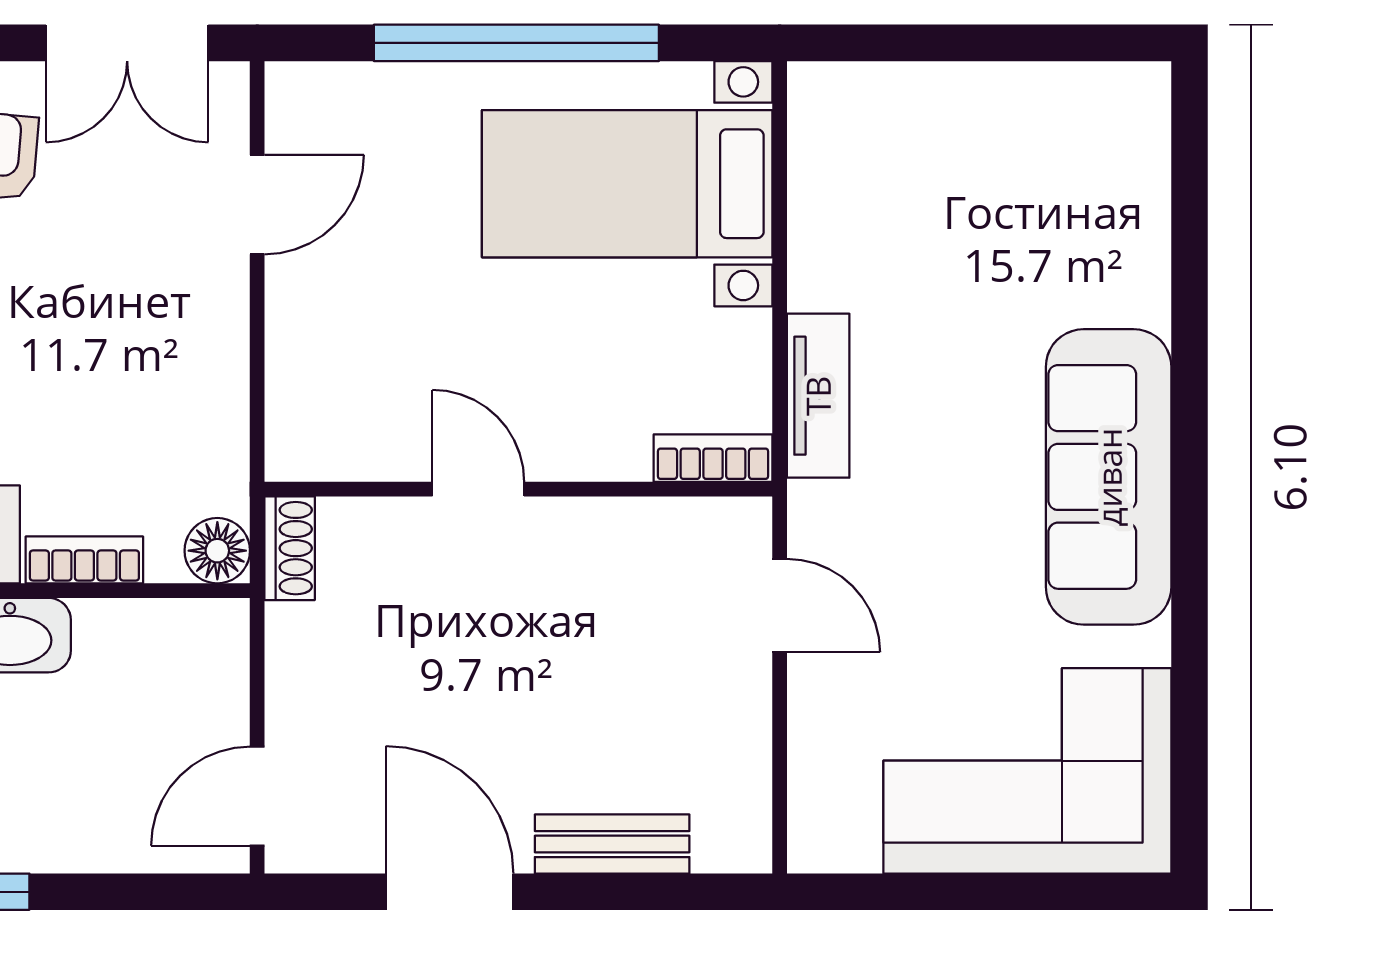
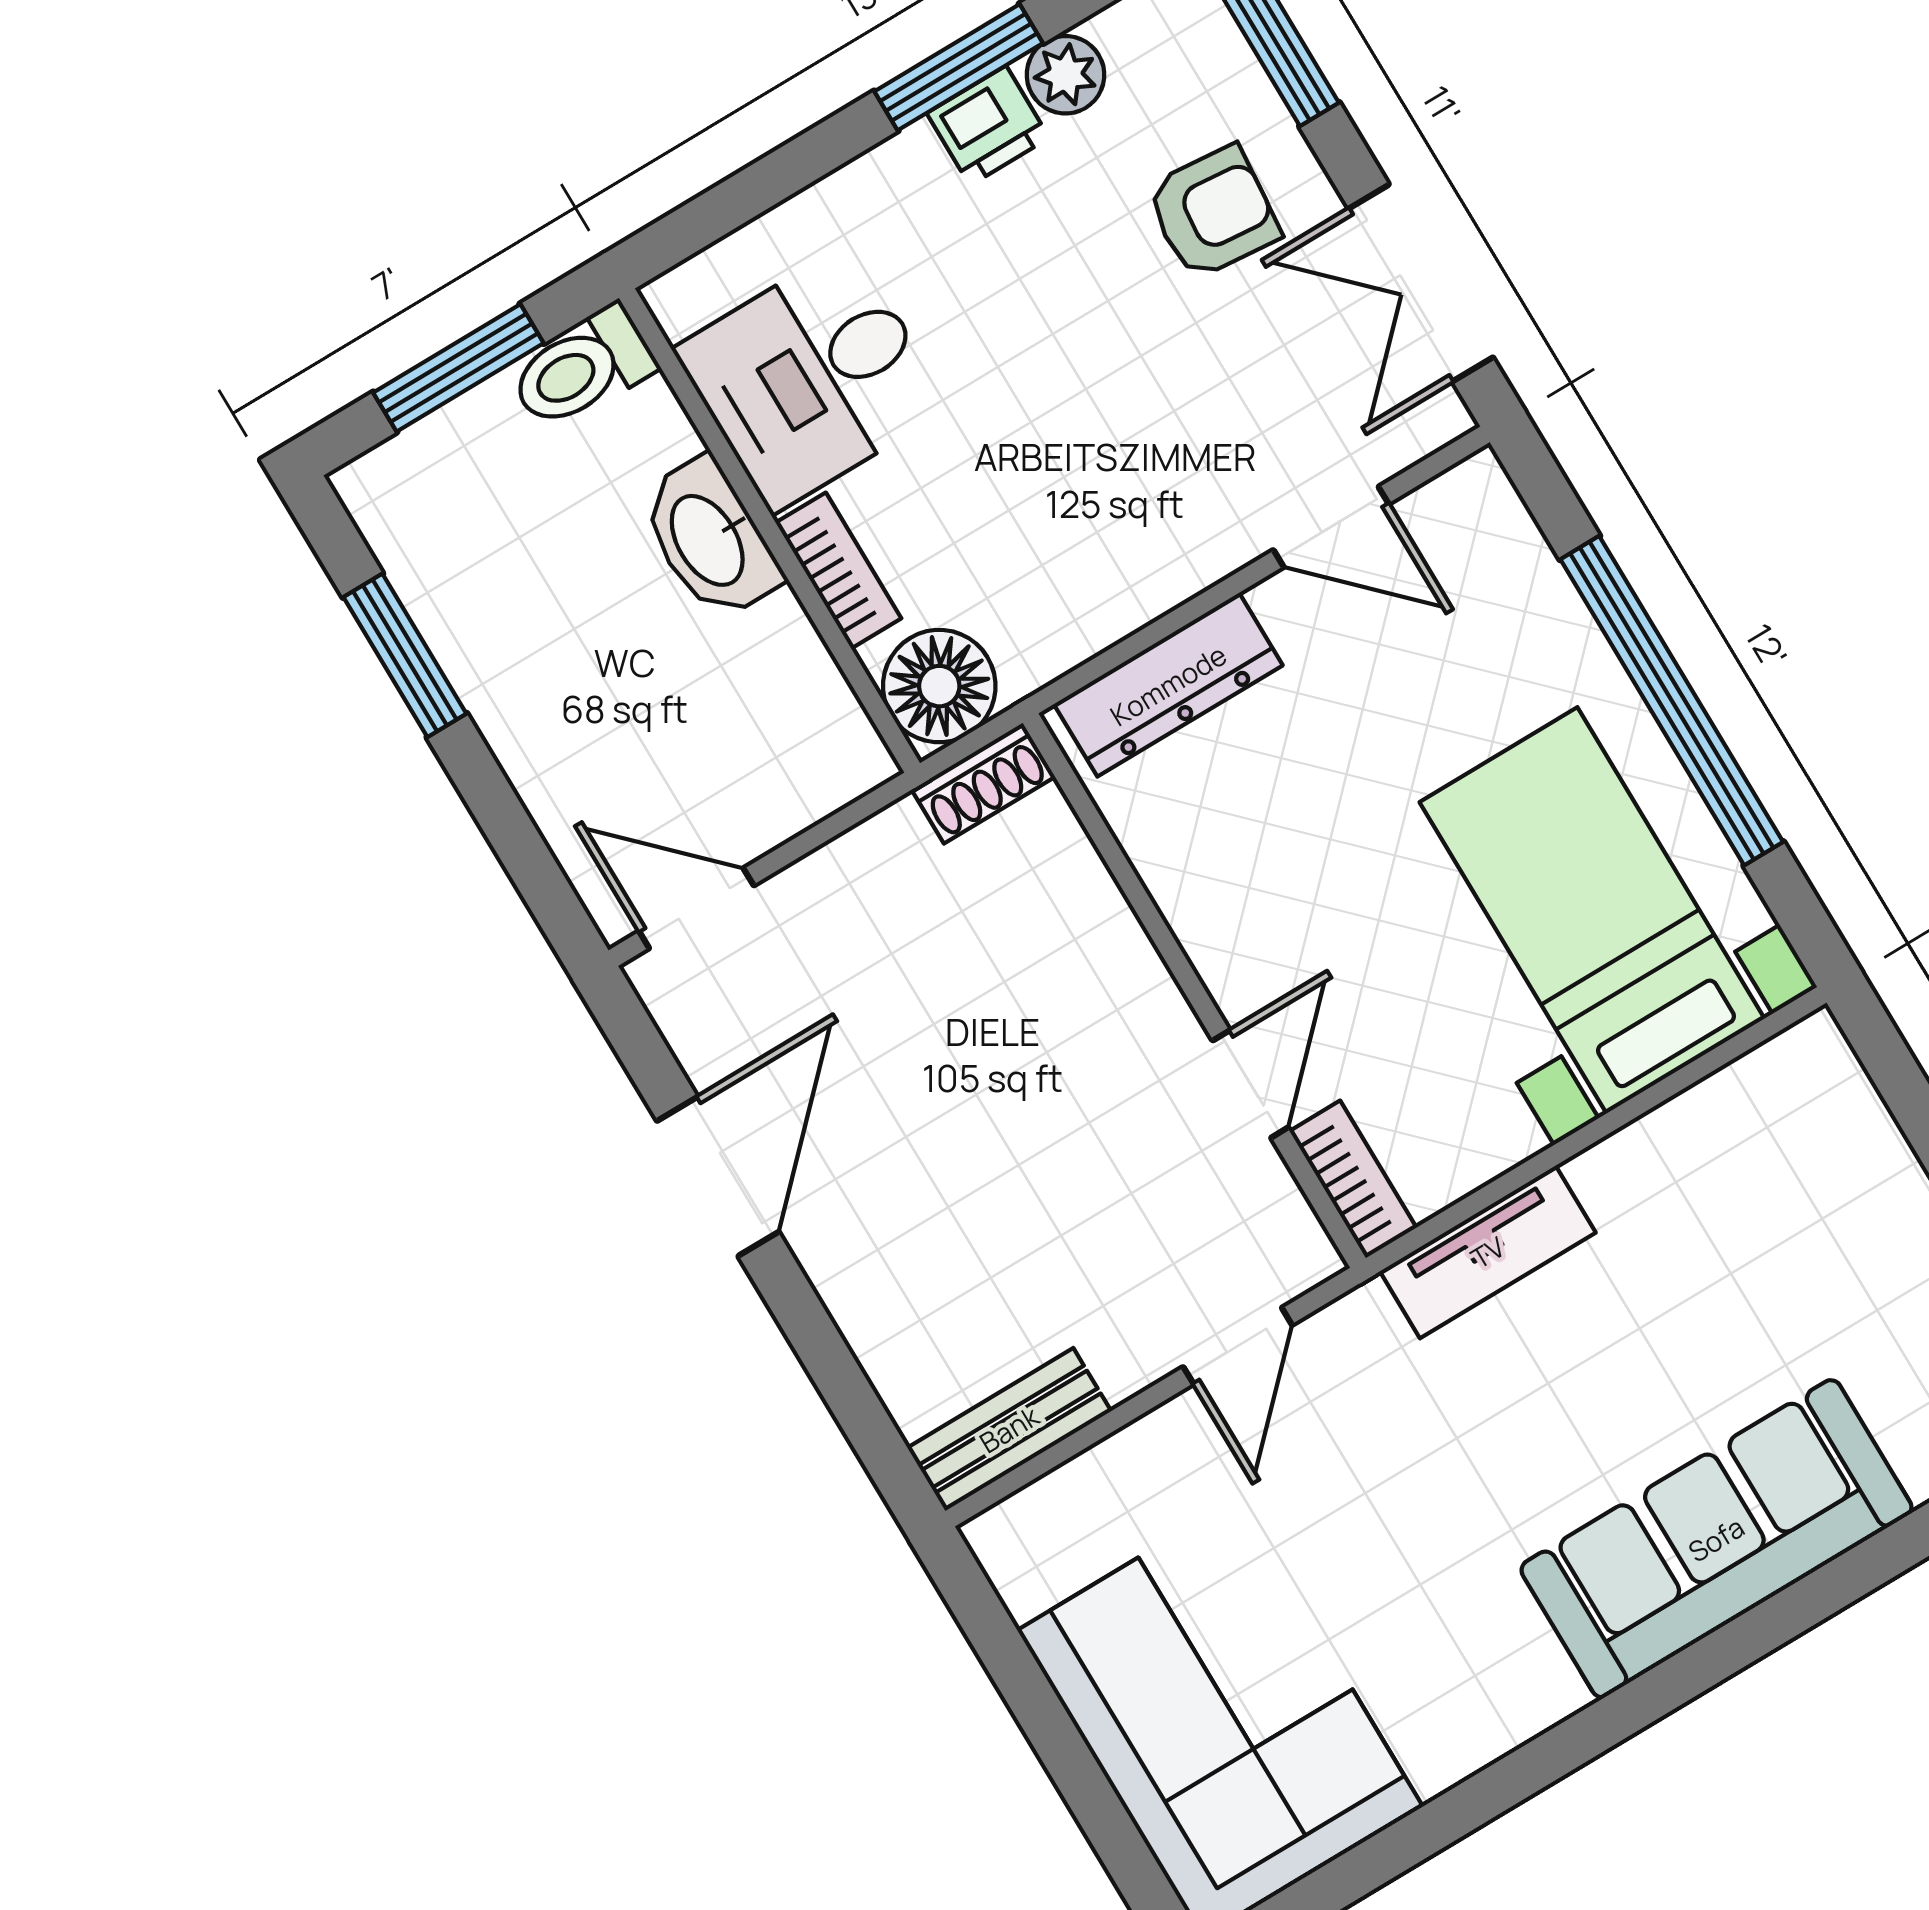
dresser: (298, 381) -> (1168, 685), added
sofa: (1109, 477) -> (1716, 1539), moved
door: (478, 489) -> (1250, 1084), moved
floor lamp: (217, 551) -> (939, 686), width x1.38, depth x1.38
bench: (612, 844) -> (1009, 1429), moved, turned 90

